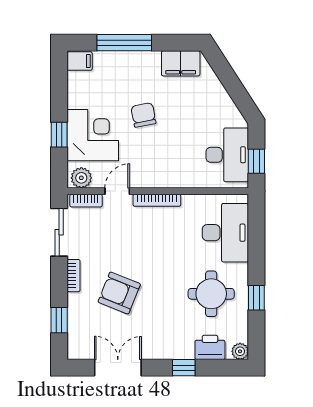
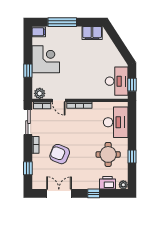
chair: (143, 115) -> (72, 60), removed
corner desk: (93, 135) -> (46, 59), moved
door: (117, 191) -> (59, 100), swing flipped

